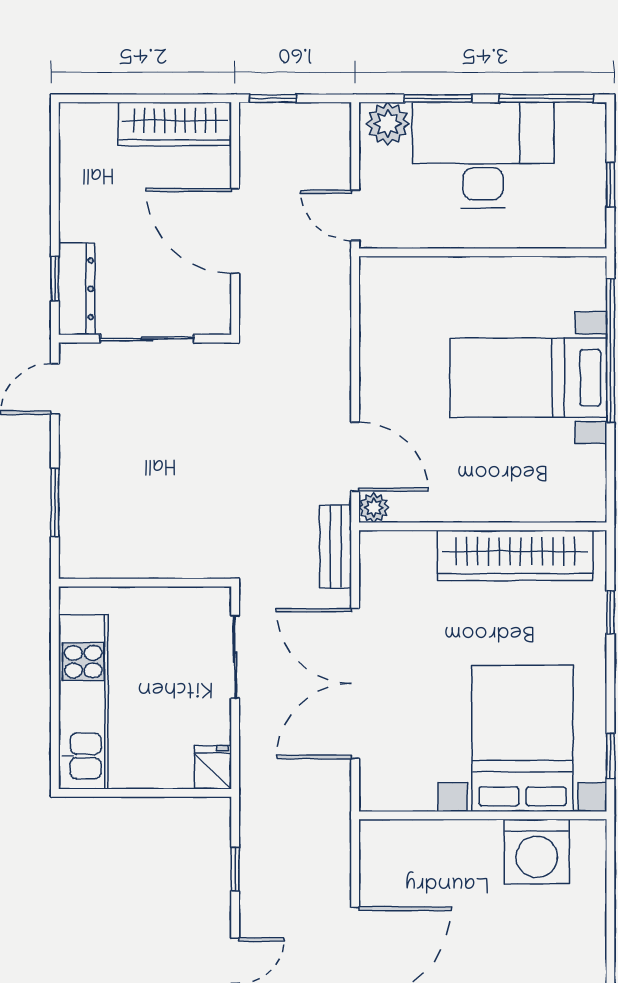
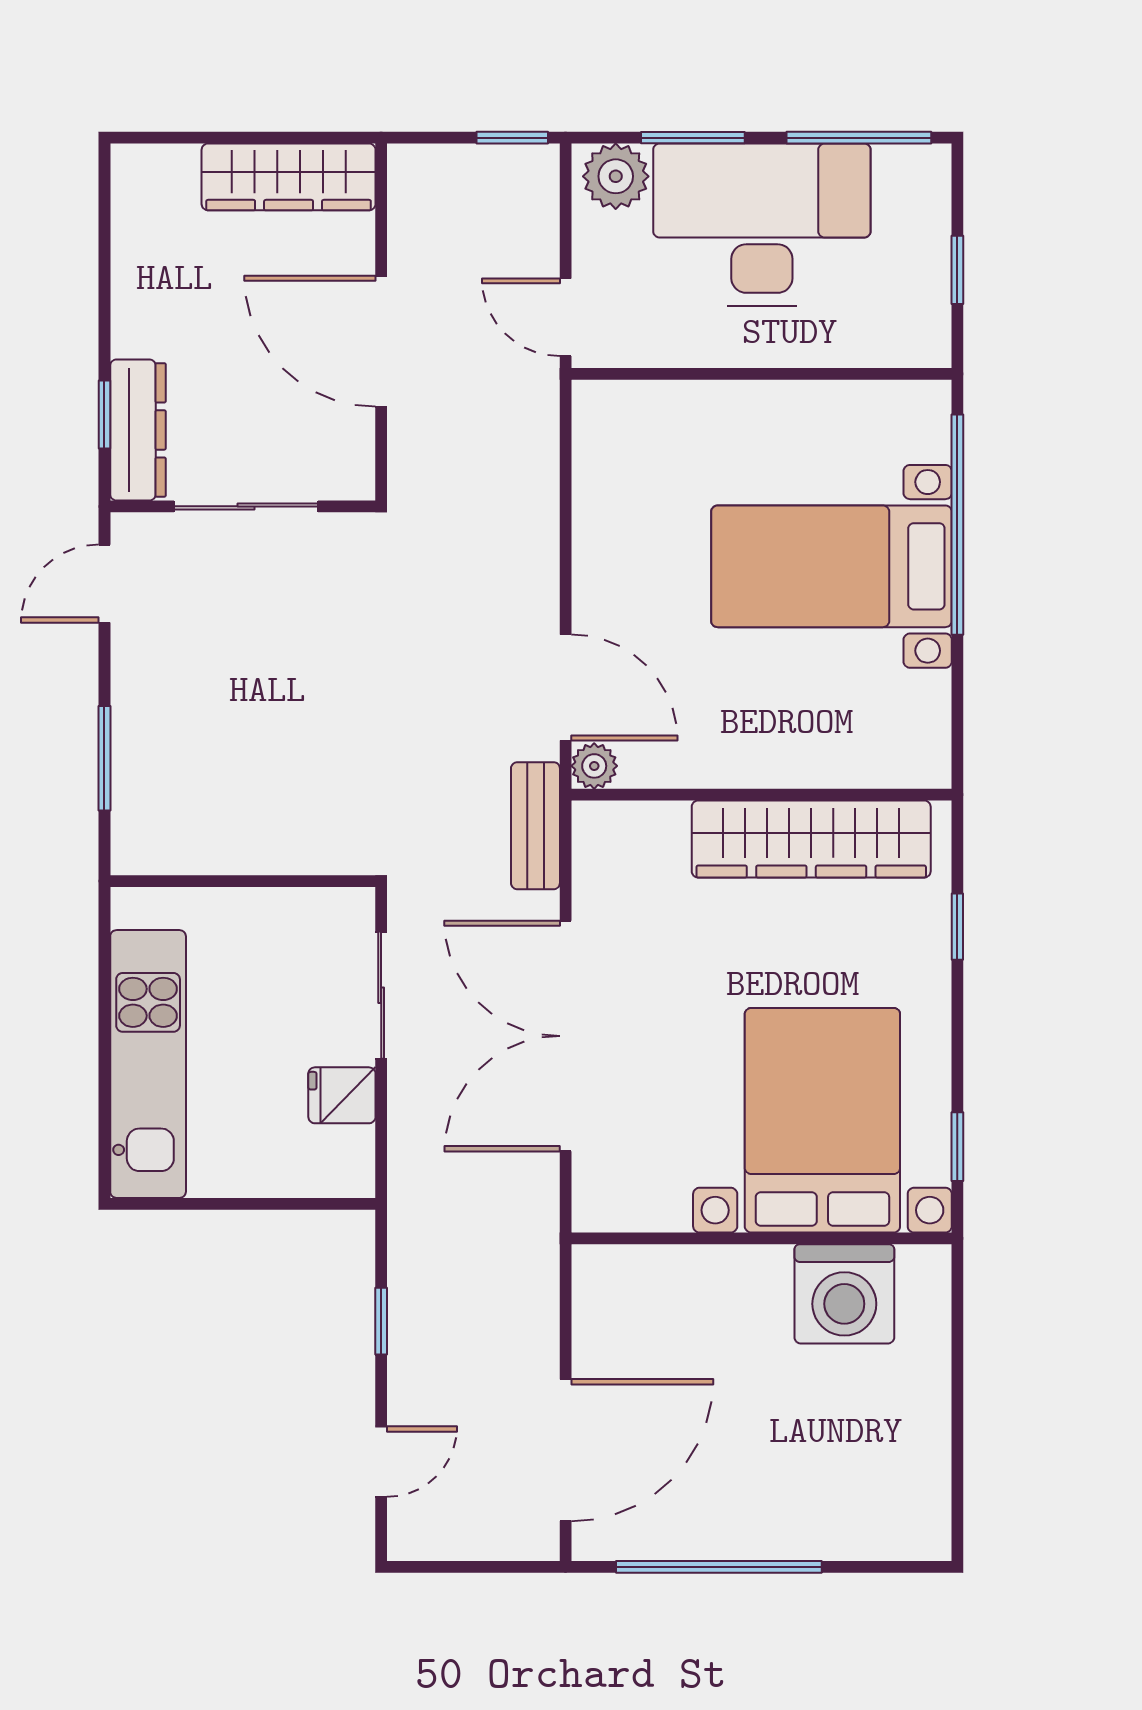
window: (273, 98) -> (512, 138), moved
fridge: (213, 767) -> (342, 1095), moved, turned -90

